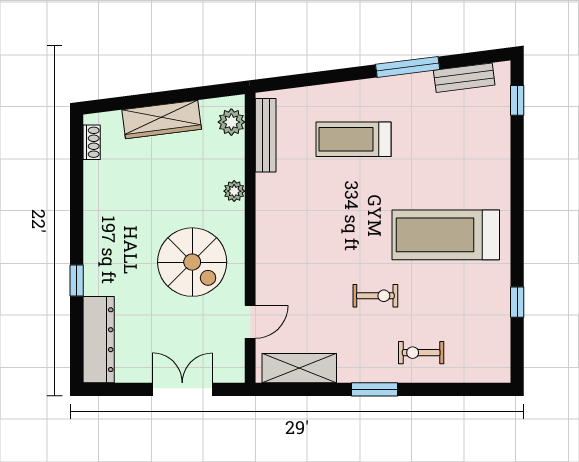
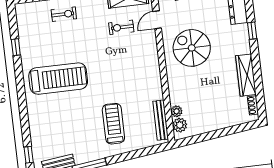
wardrobe: (162, 120) -> (246, 75), moved, turned -83
treadmill: (354, 139) -> (113, 124), turned -90
plant: (234, 191) -> (177, 111), moved
exercise bike: (375, 296) -> (121, 27), moved

